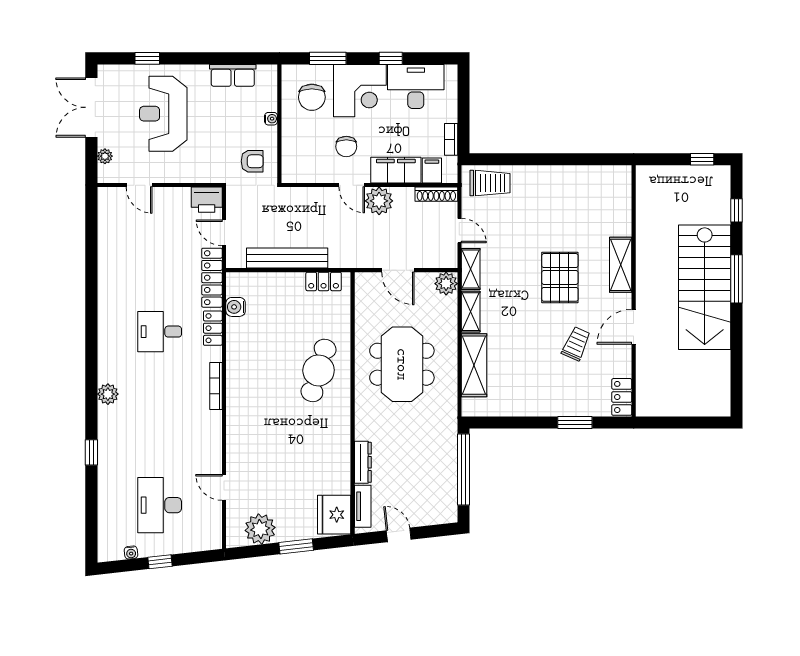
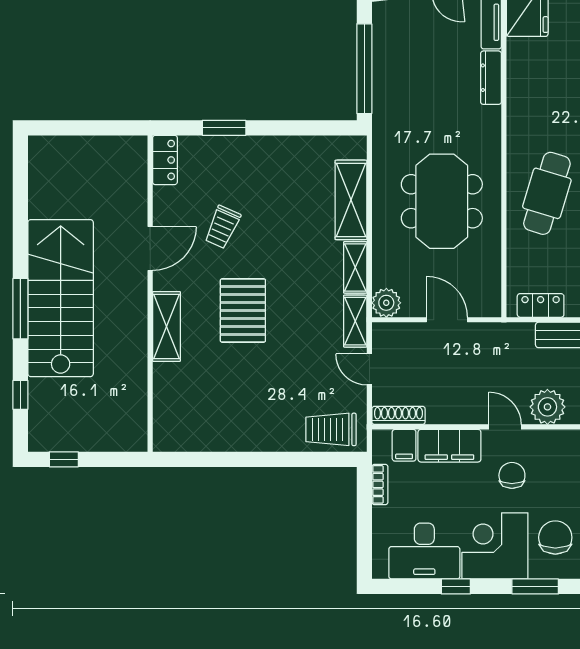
plant: (379, 201) -> (547, 407), moved

